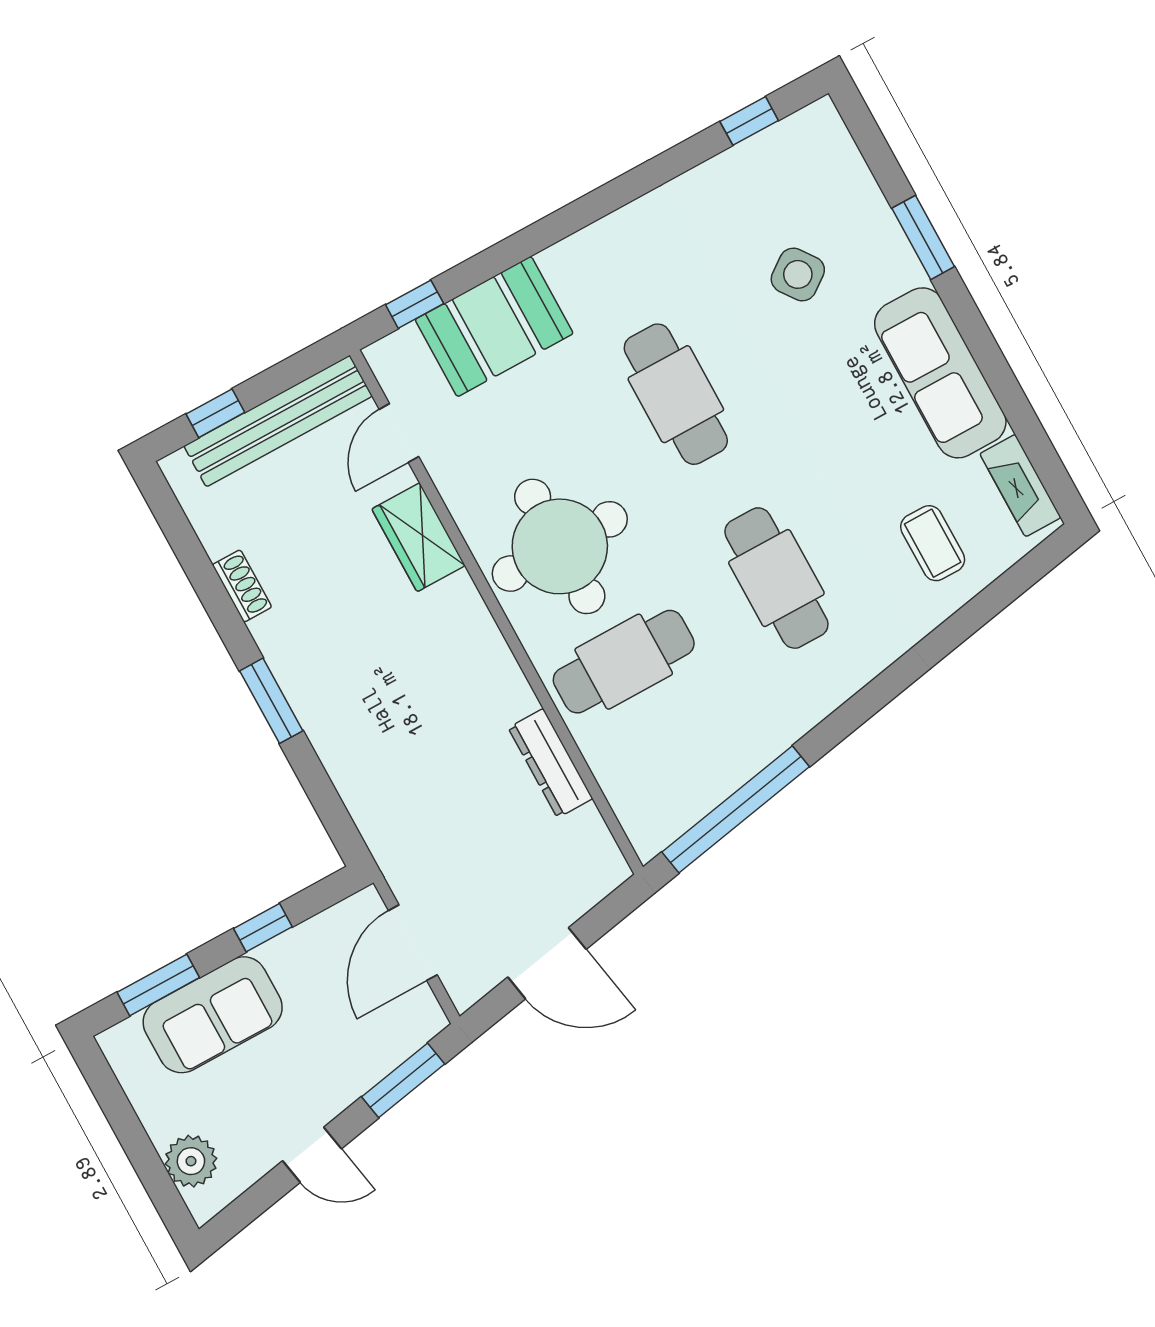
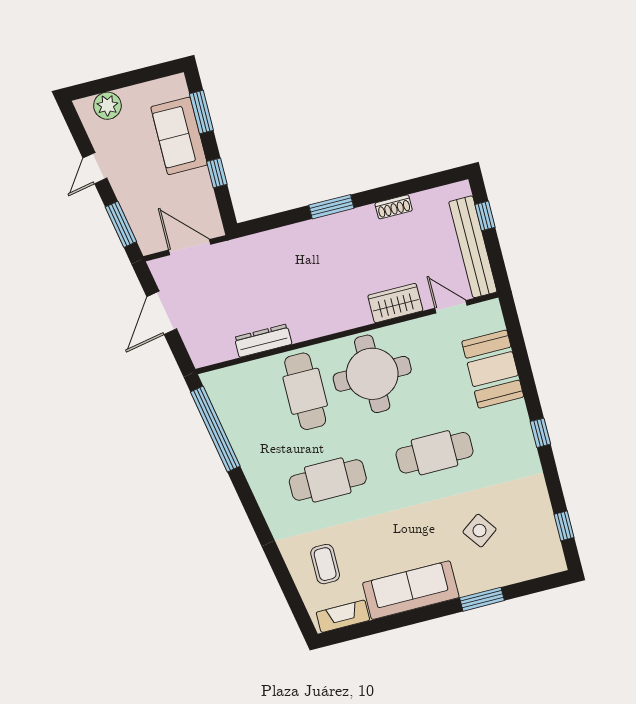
window: (415, 304) -> (540, 433), moved
coffee table: (933, 543) -> (325, 564), turned 90

